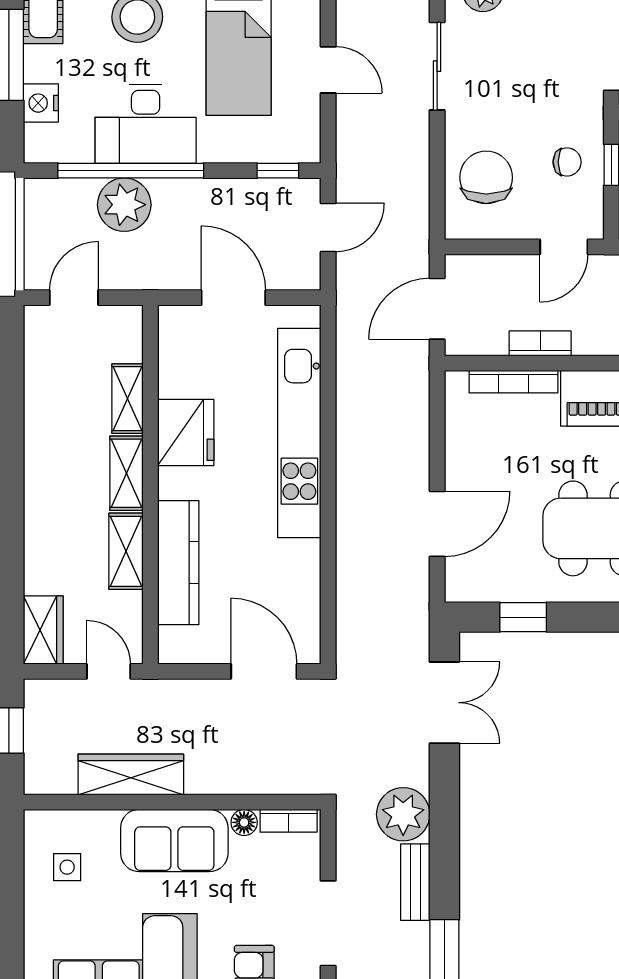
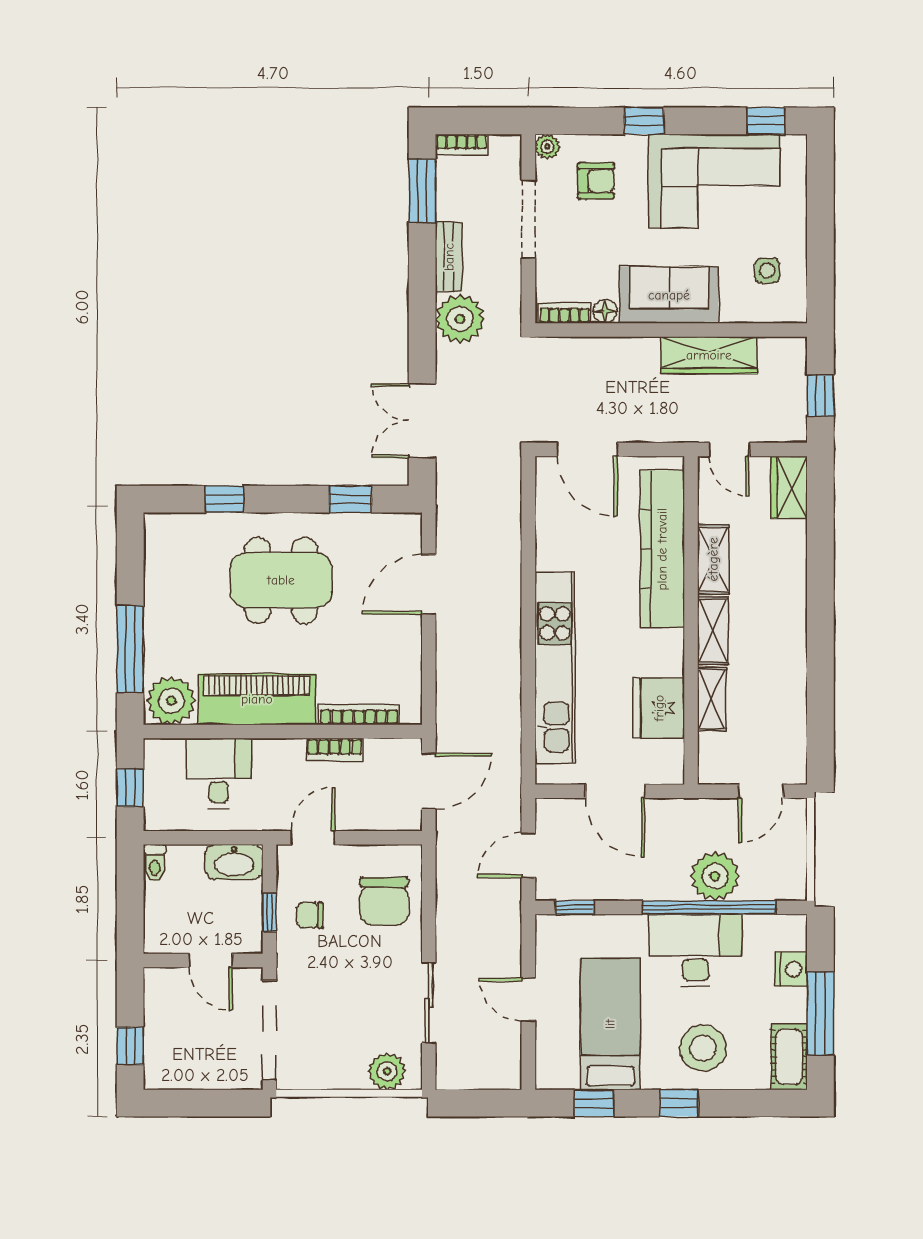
fridge: (186, 433) -> (659, 708), moved
kitchen counter: (178, 563) -> (662, 549), width x1.39, depth x1.17

